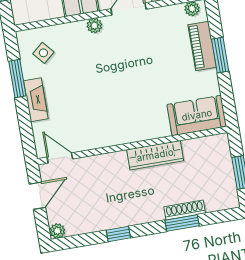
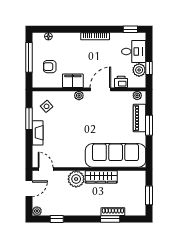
sofa: (197, 115) -> (116, 155), width x1.85, depth x1.27
plant: (114, 166) -> (76, 179), added
window: (118, 234) -> (57, 219), moved

